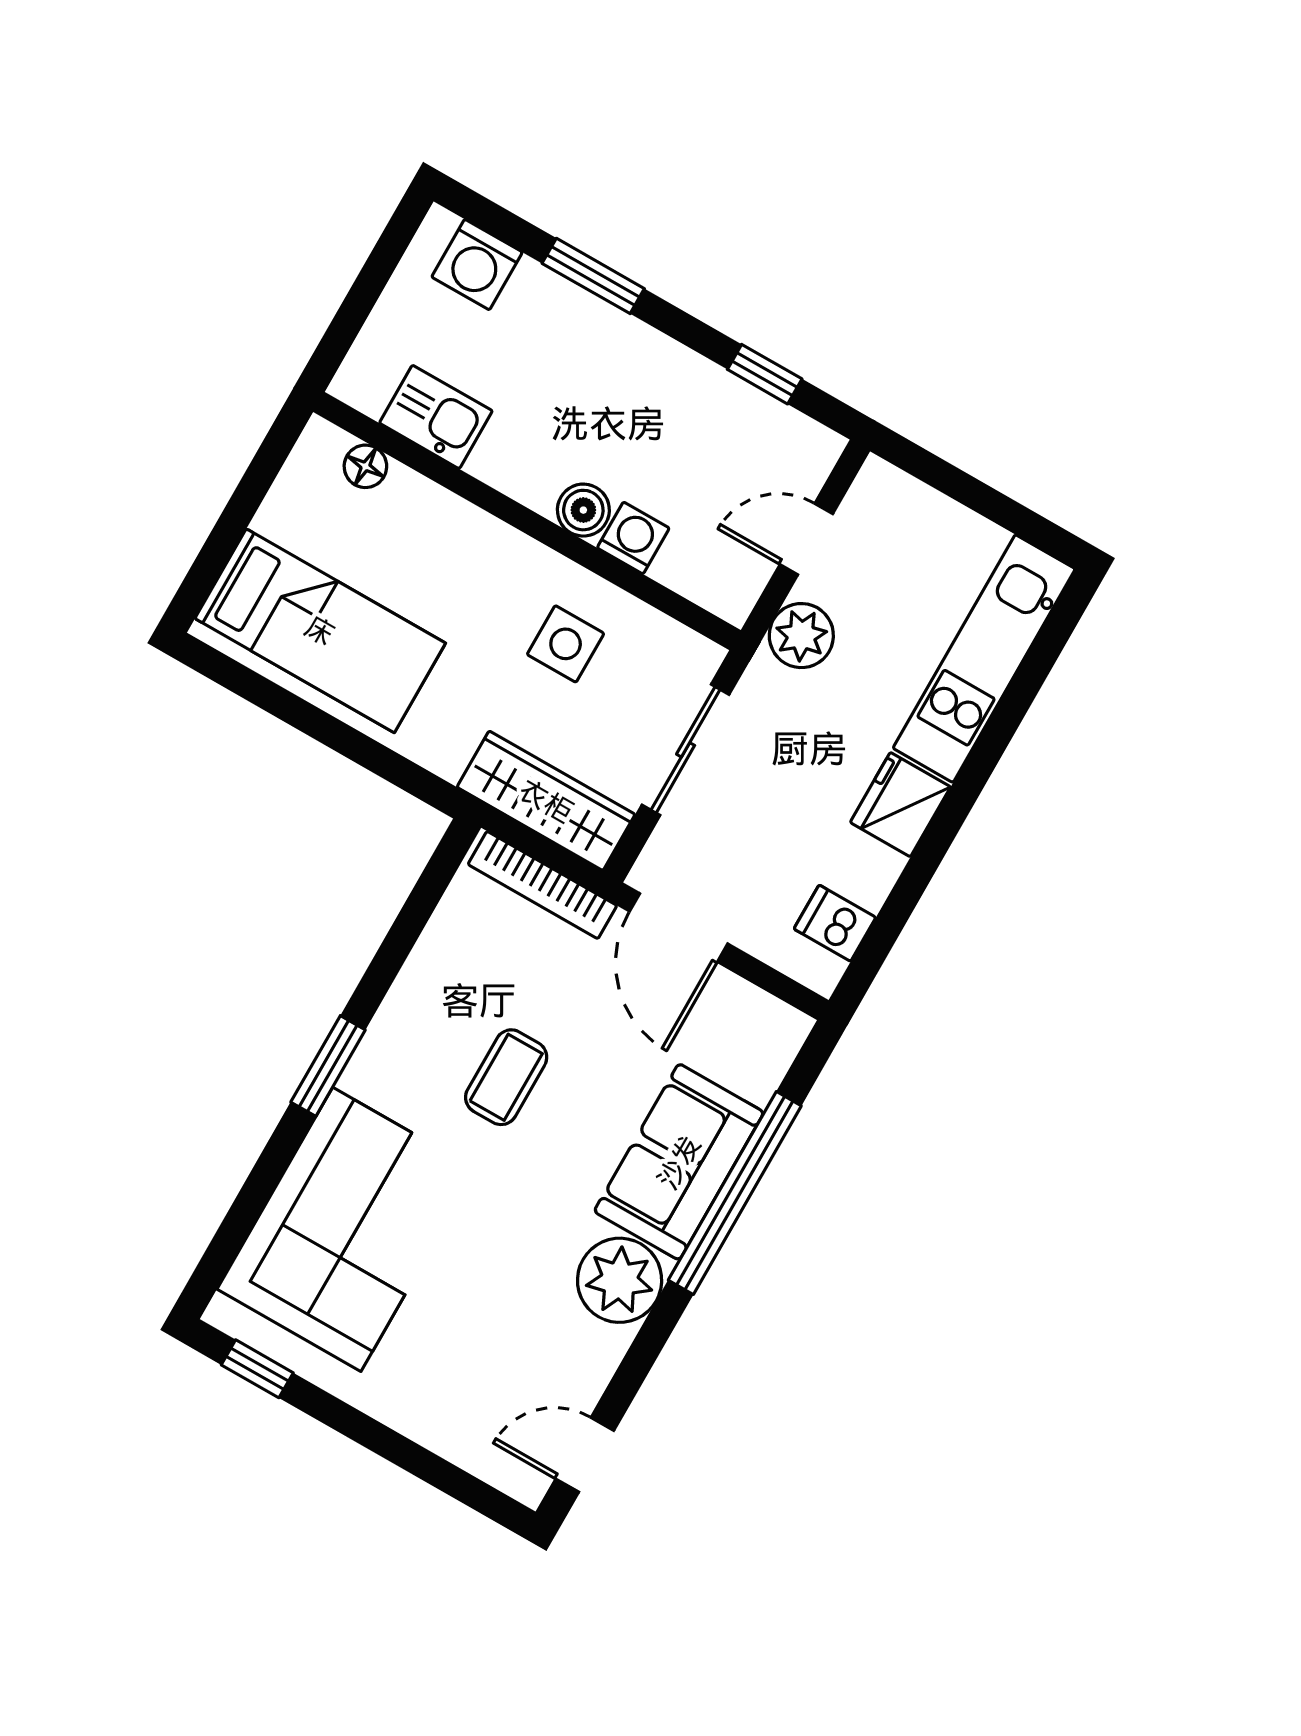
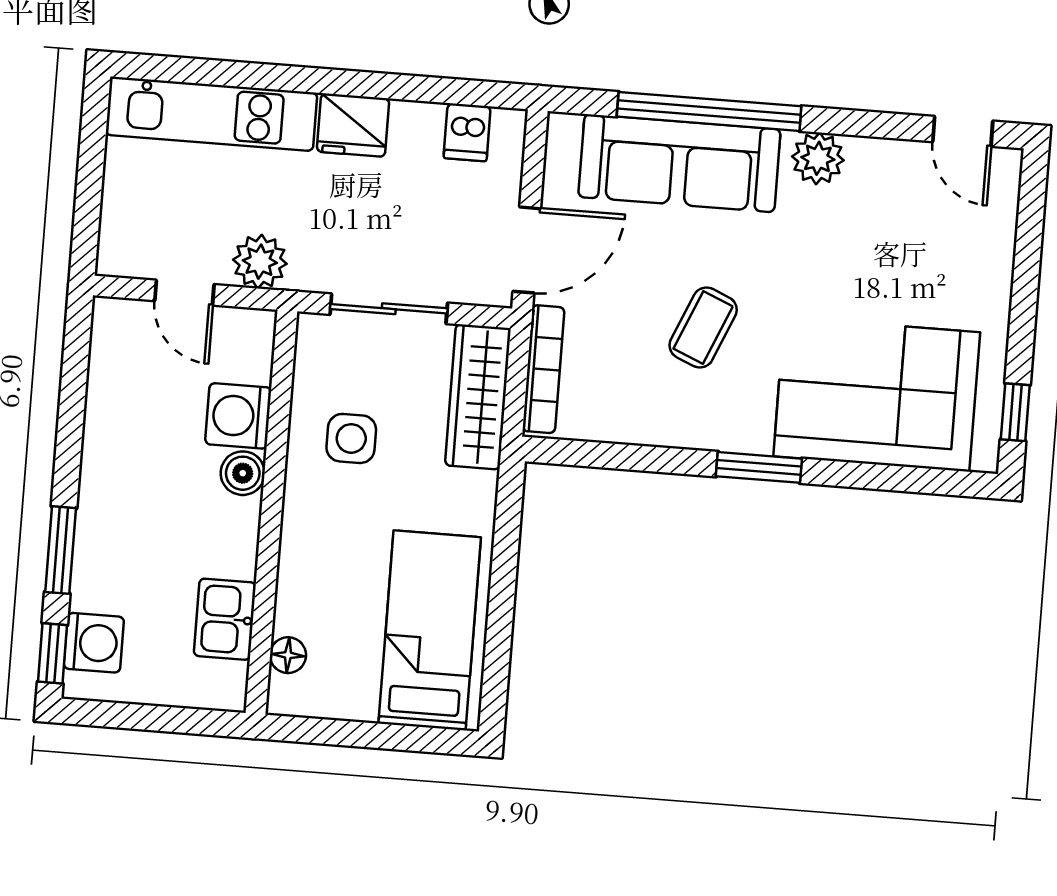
window: (765, 374) -> (52, 653), moved
washing machine: (633, 538) -> (238, 416), width x1.38, depth x1.38
coffee table: (506, 1077) -> (703, 328), turned -67
sofa: (679, 1162) -> (679, 163), width x1.36
plant: (620, 1280) -> (818, 158), width x0.73, depth x0.73

